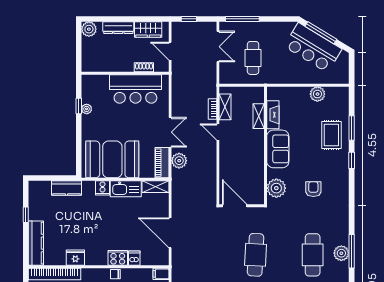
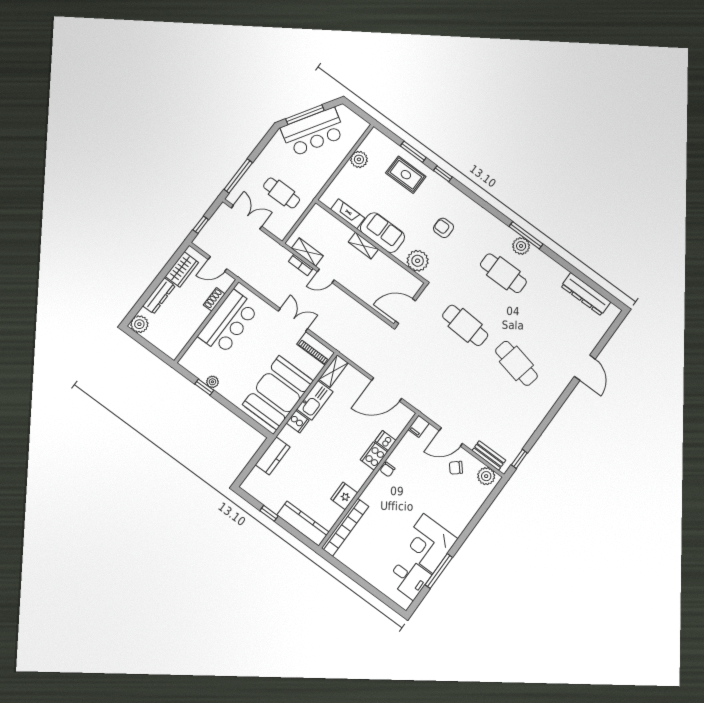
shelving: (259, 116) -> (363, 246), moved
plant: (179, 161) -> (326, 331), removed

